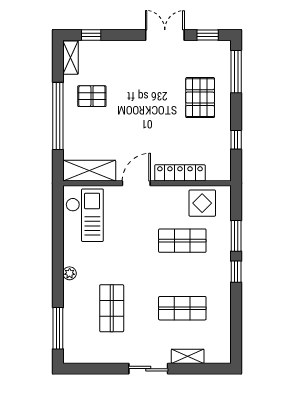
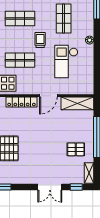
double door: (165, 35) -> (50, 187), moved
checkout: (85, 215) -> (66, 62), moved
trolley: (150, 273) -> (40, 40), added

